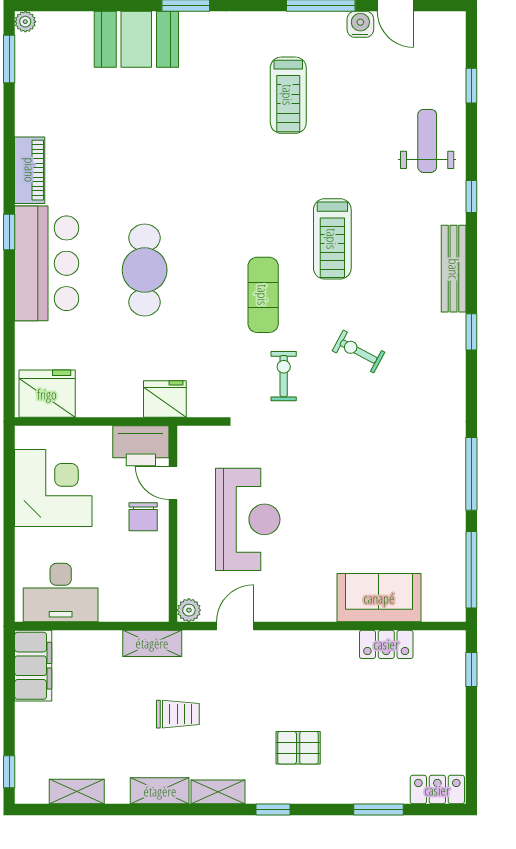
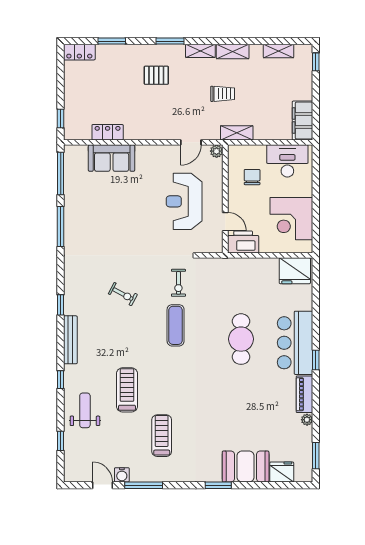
plant: (25, 22) -> (307, 420), moved
weight bench: (427, 141) -> (85, 410), turned 180
treadmill: (332, 239) -> (127, 390), moved
exercise bike: (284, 376) -> (178, 283), moved
fridge: (165, 399) -> (282, 472), moved, turned 180
chair: (143, 517) -> (252, 177), moved
trolley: (178, 714) -> (223, 94), turned 180
window: (273, 810) -> (170, 41), width x1.50

